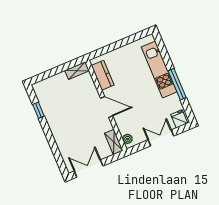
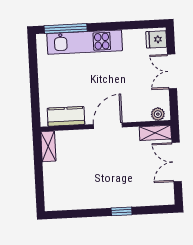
window: (177, 84) -> (66, 29), moved
window: (38, 110) -> (122, 211), moved
double door: (89, 168) -> (177, 162), moved

